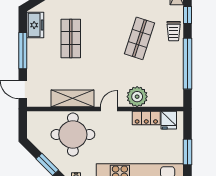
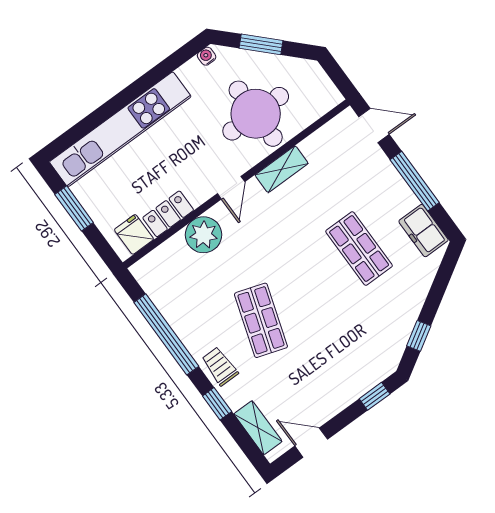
shelving: (72, 98) -> (282, 169), width x0.67, depth x0.75

